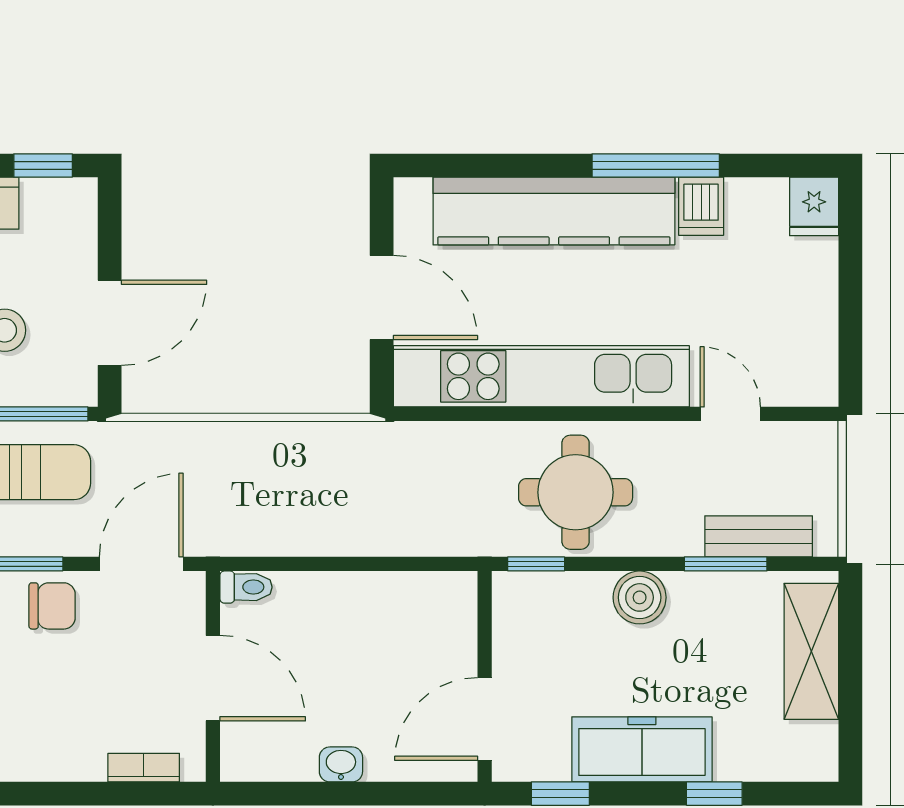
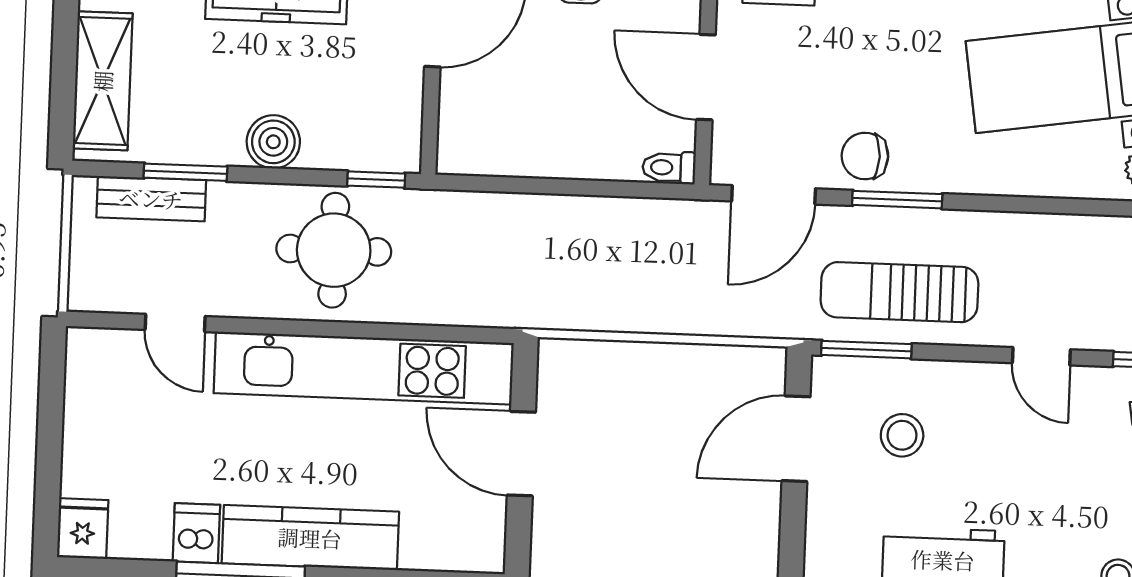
kitchen counter: (554, 211) -> (310, 538), width x0.72, depth x0.86

